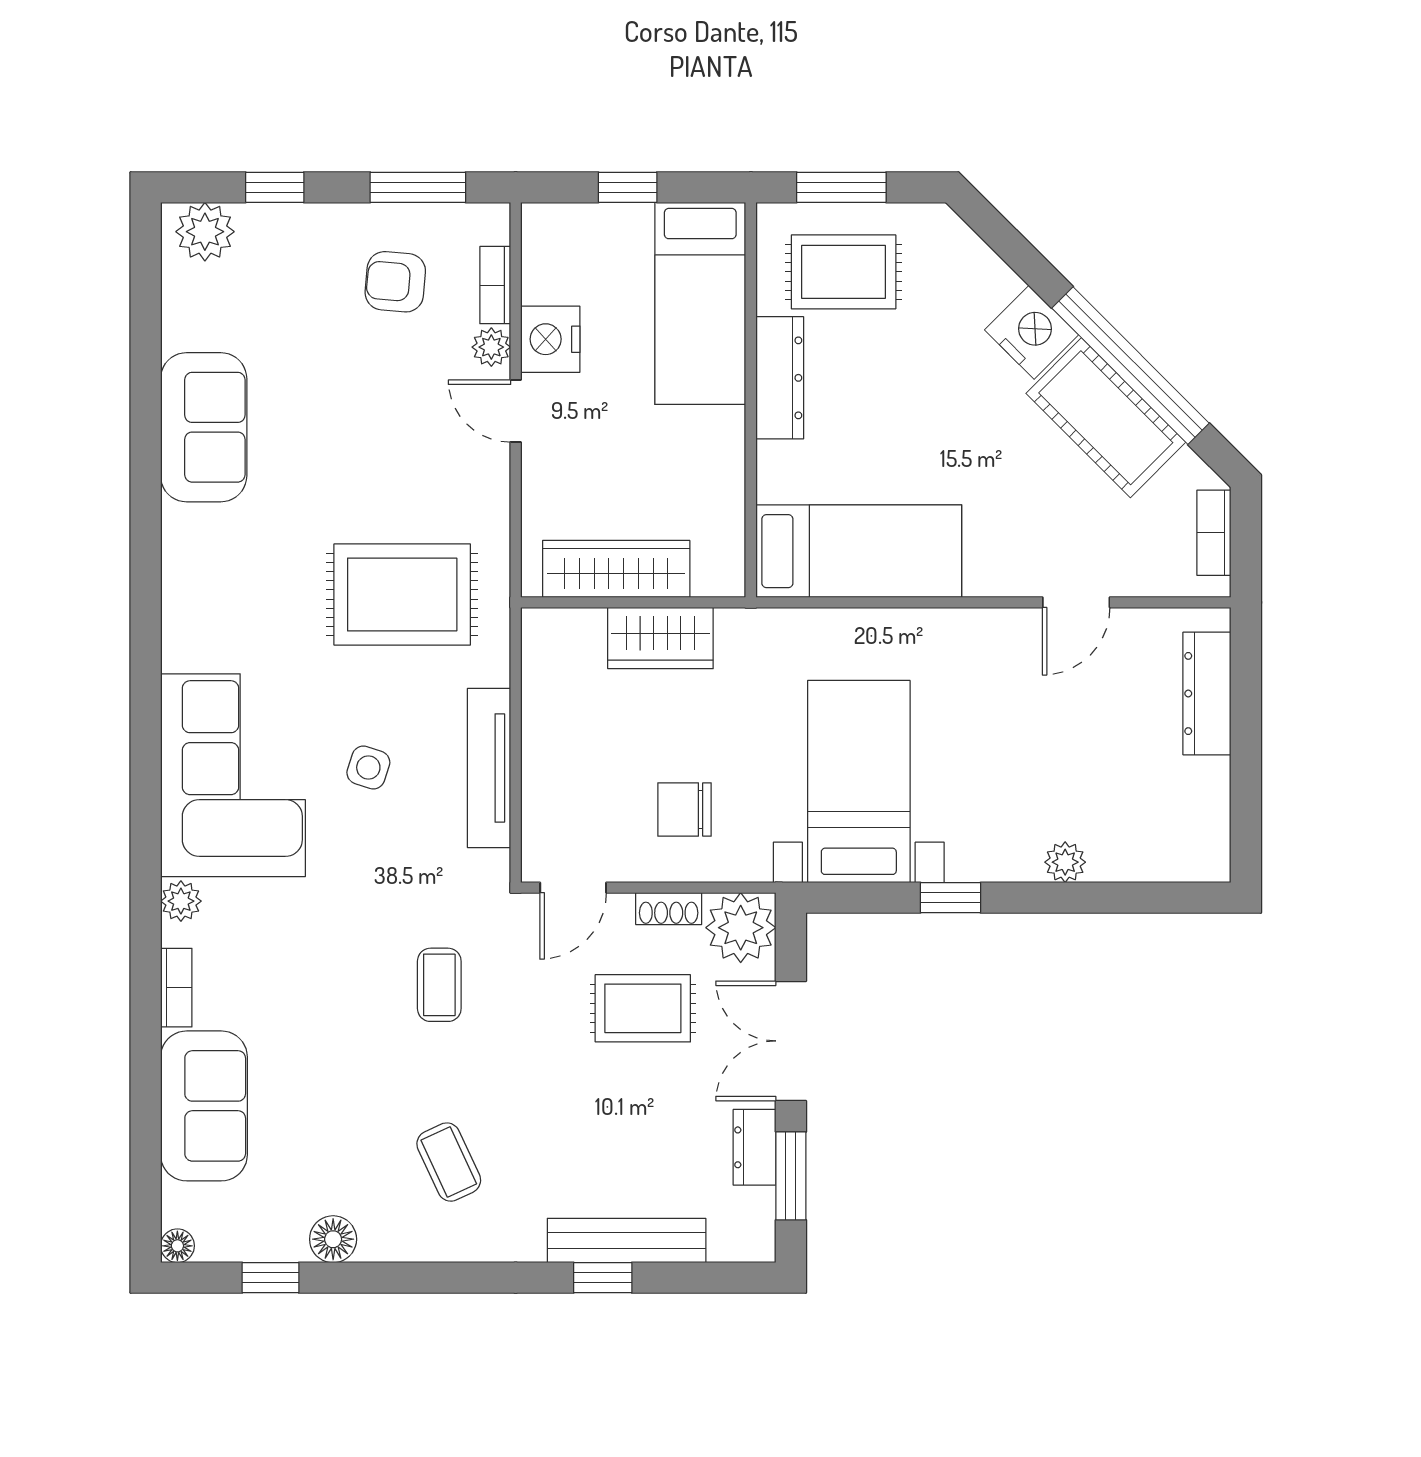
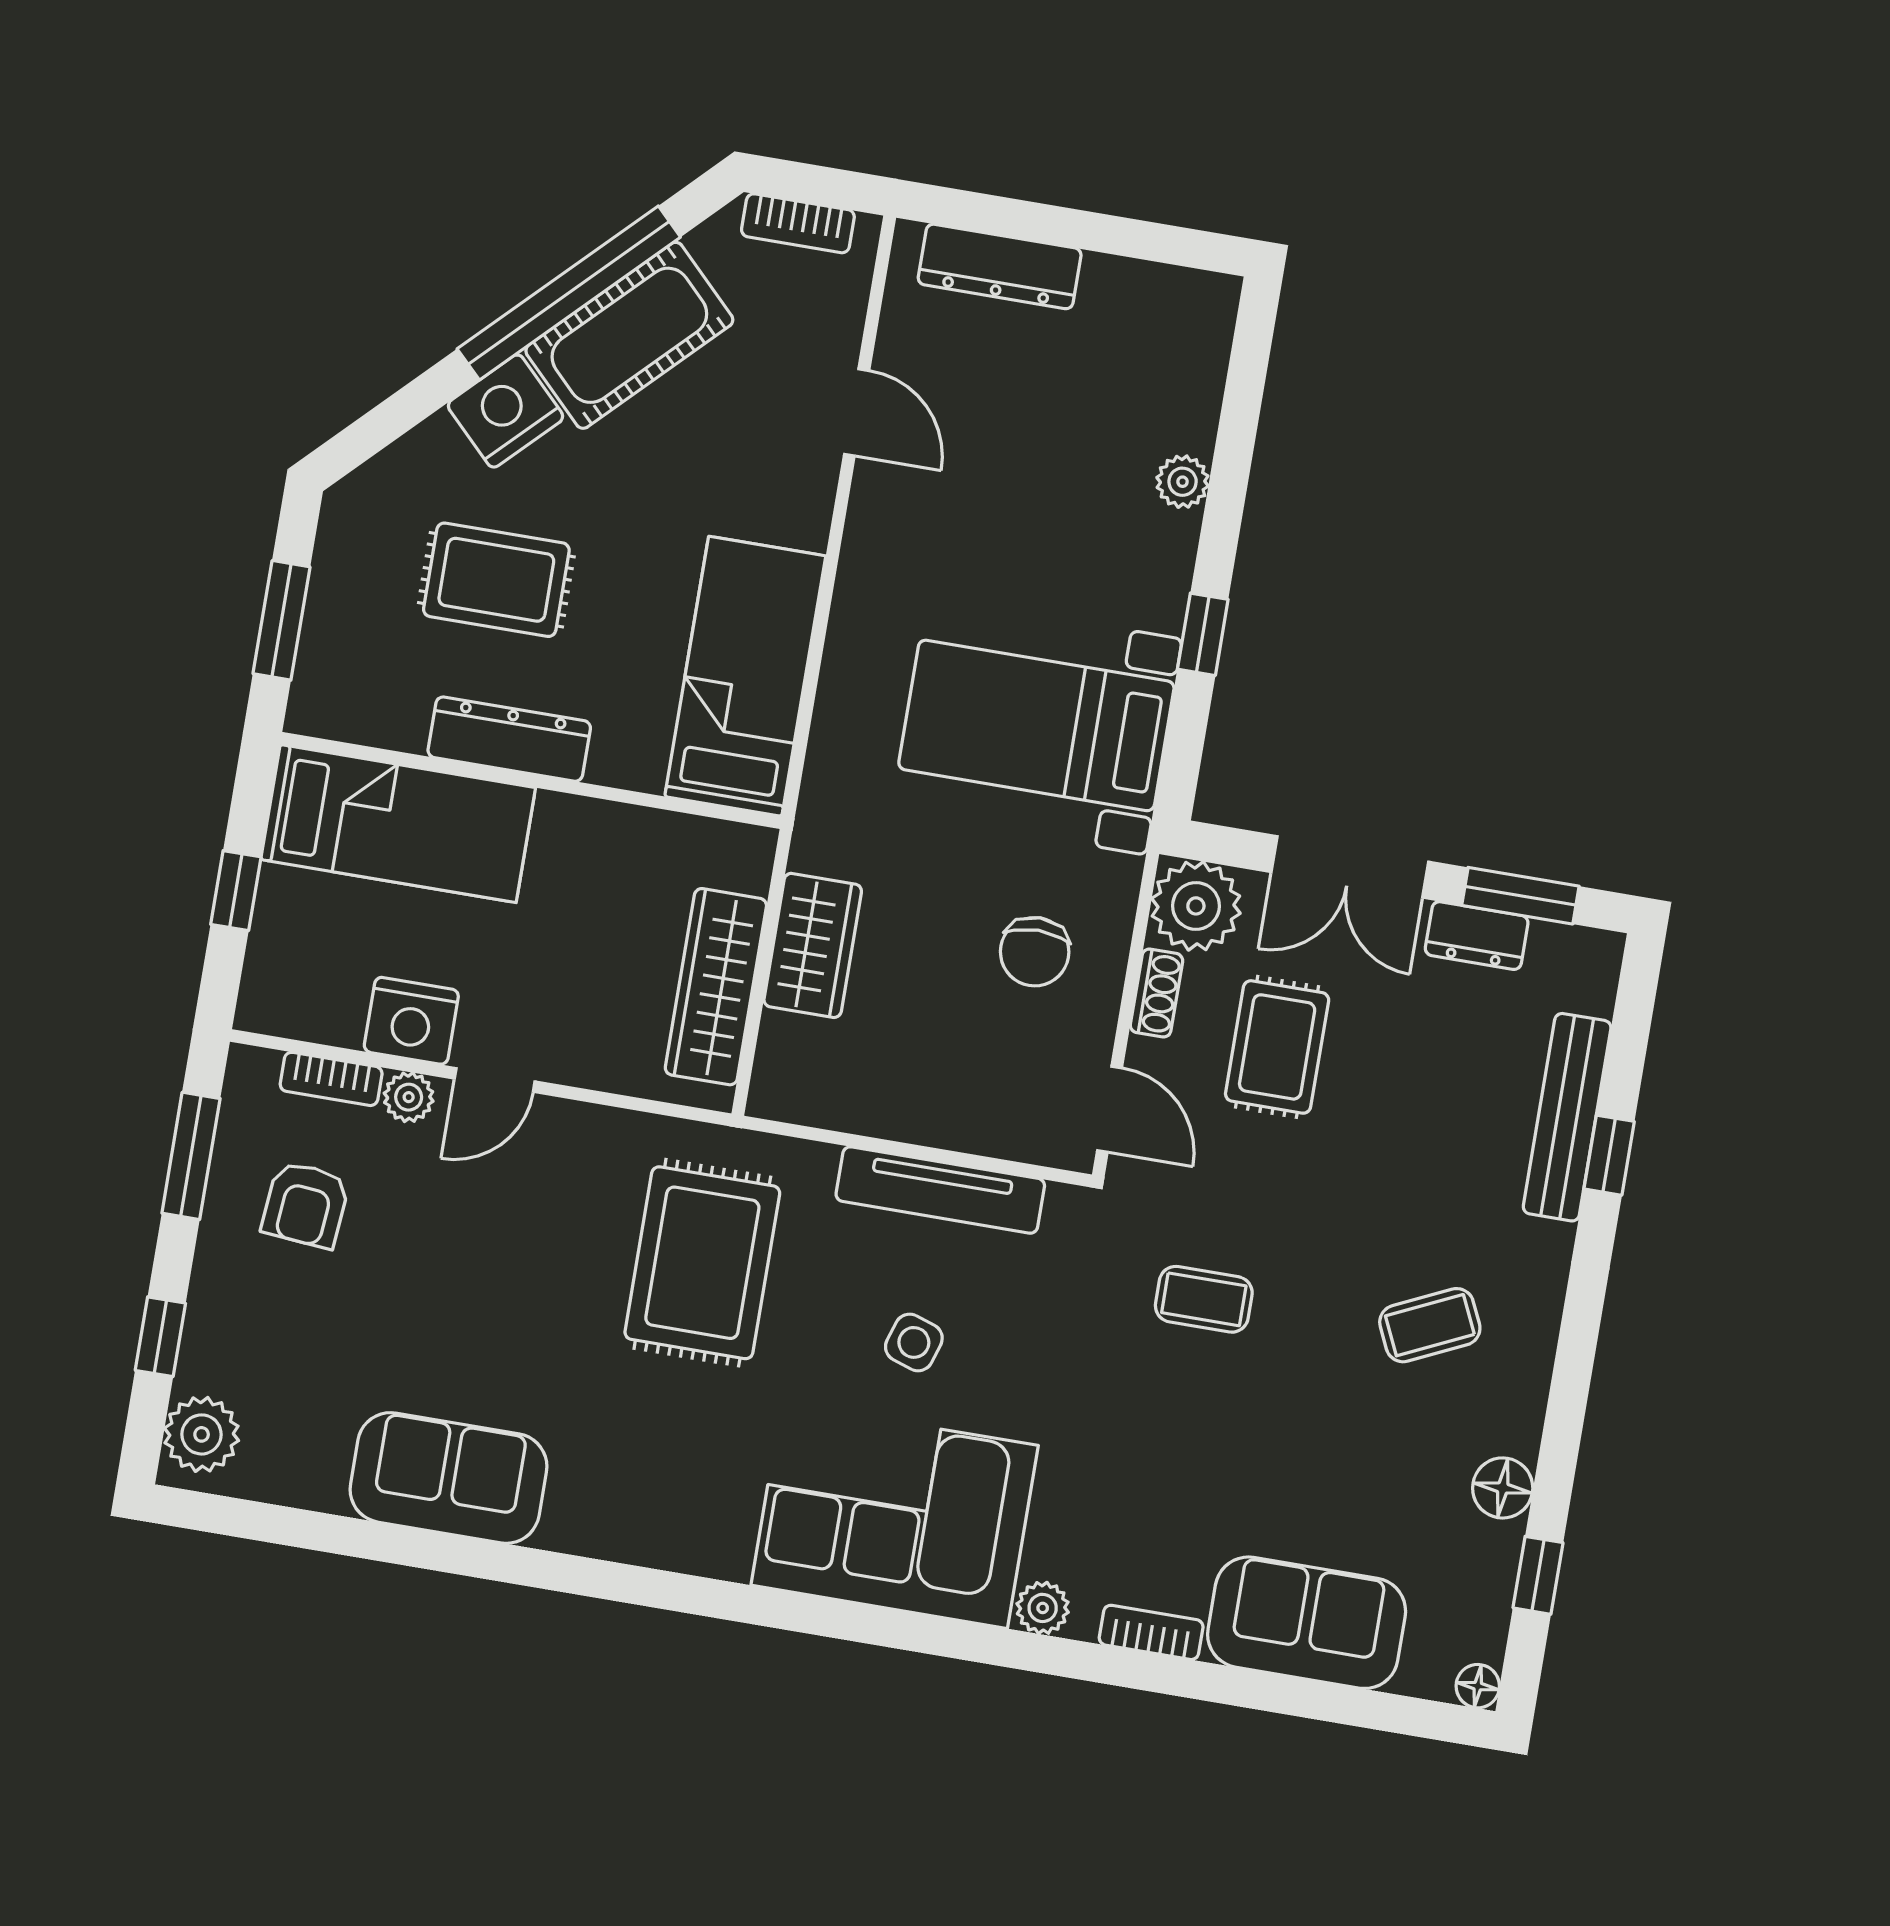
rug: (844, 272) -> (496, 580), moved, turned 90

